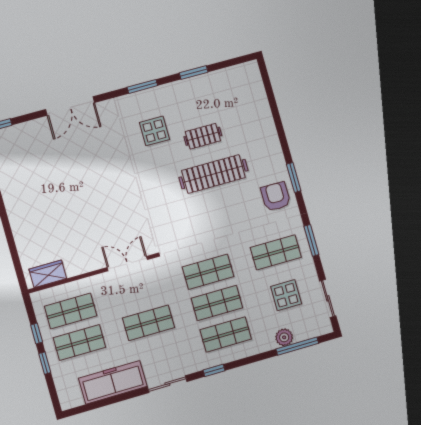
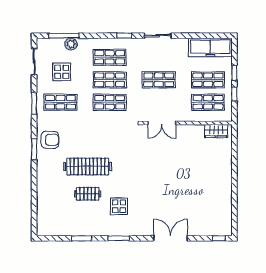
armchair: (276, 196) -> (50, 140), turned -90
freezer: (113, 382) -> (210, 47), moved

